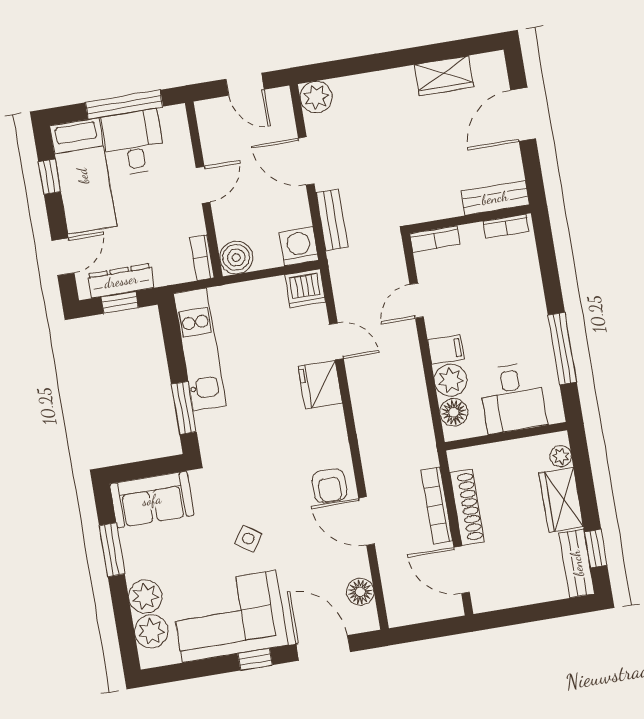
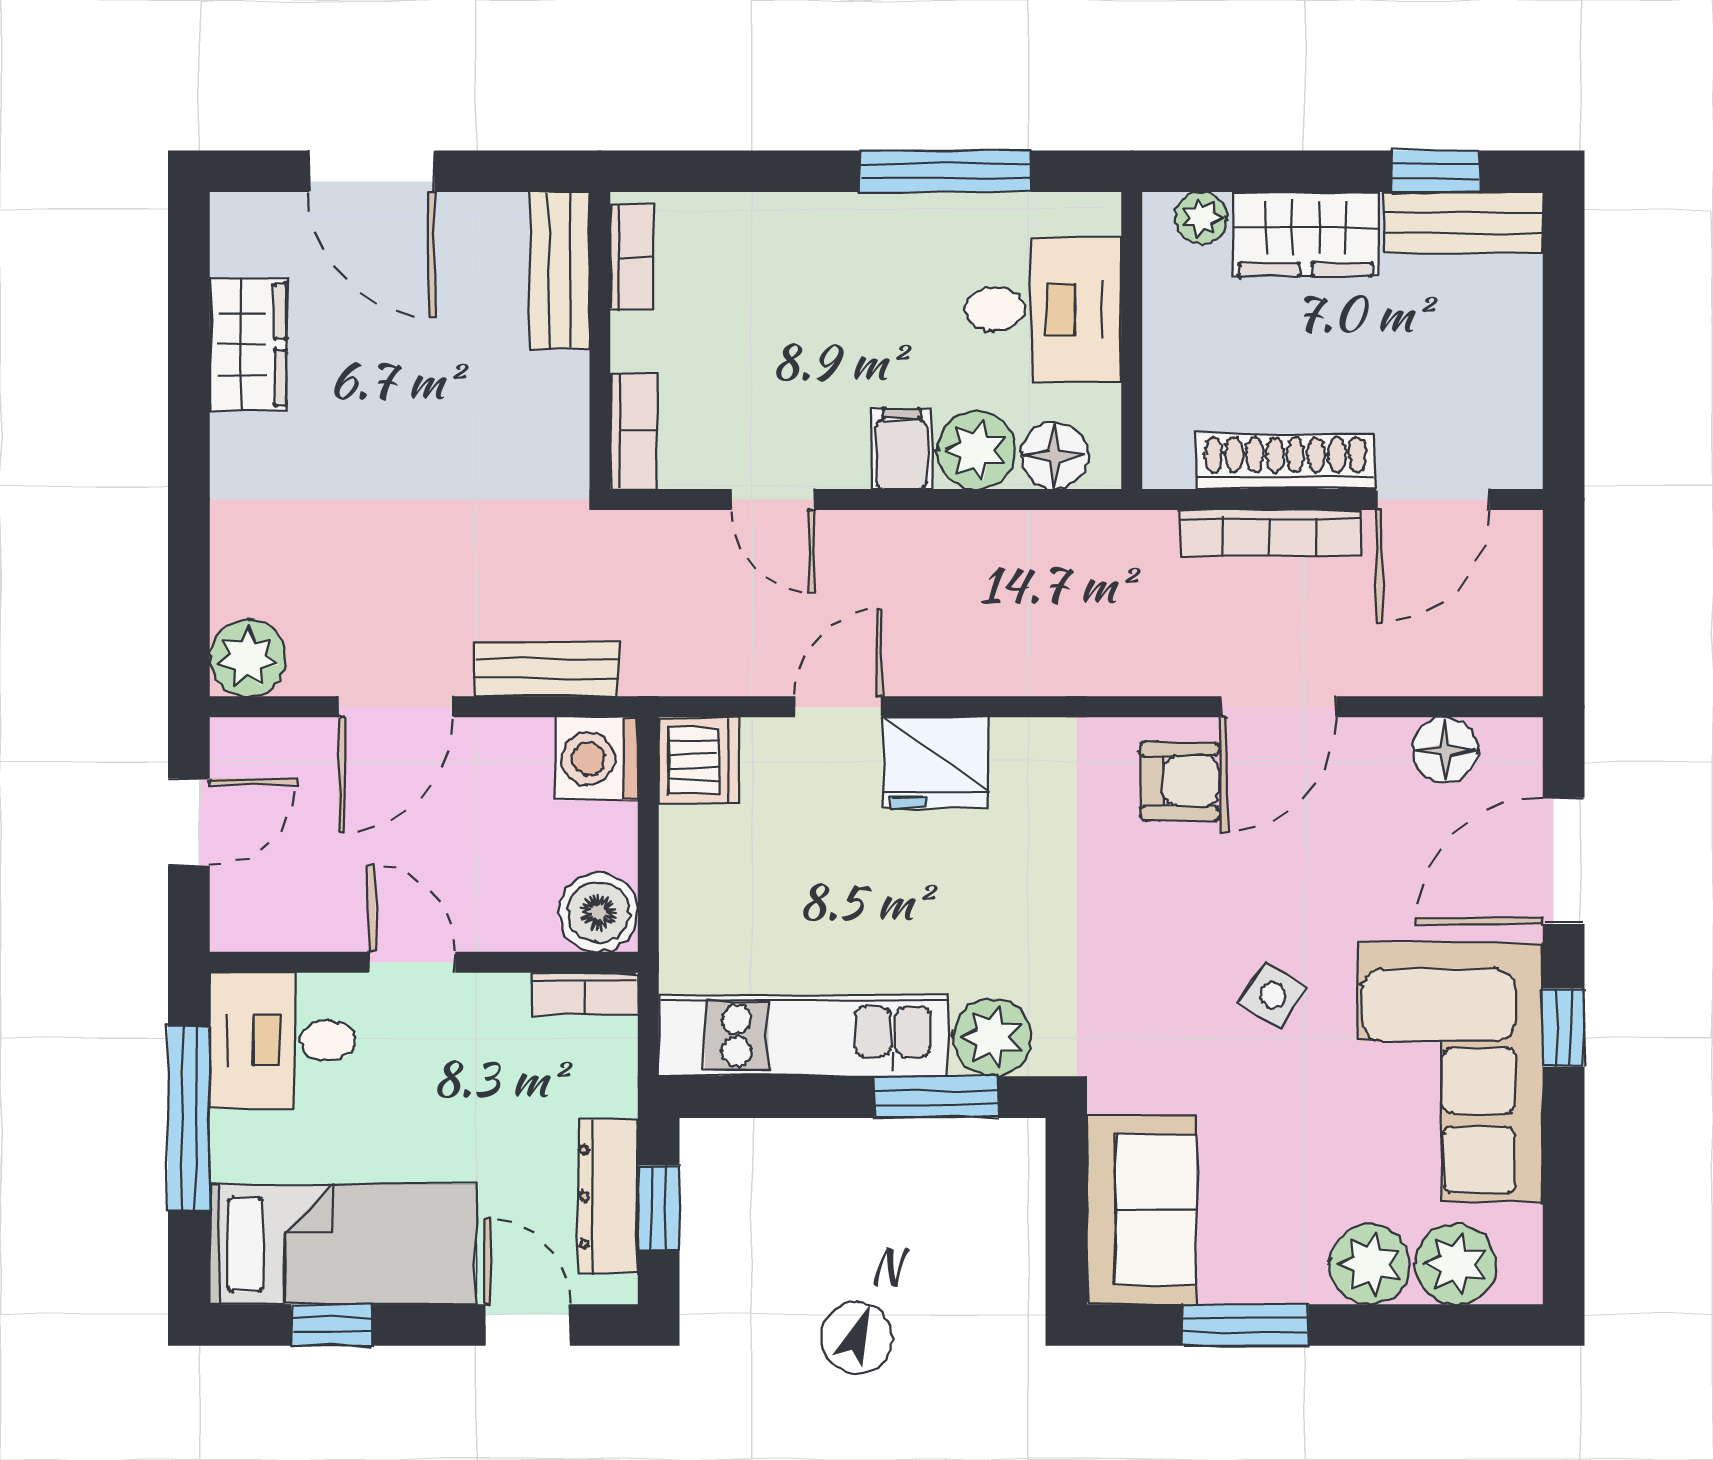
desk: (134, 142) -> (283, 1041), moved
plant: (212, 427) -> (992, 1037), added

